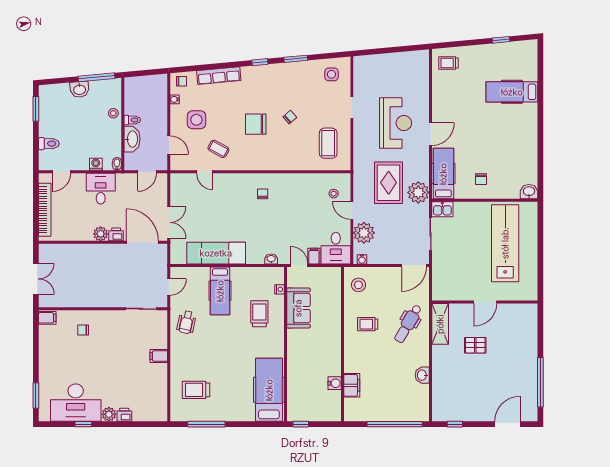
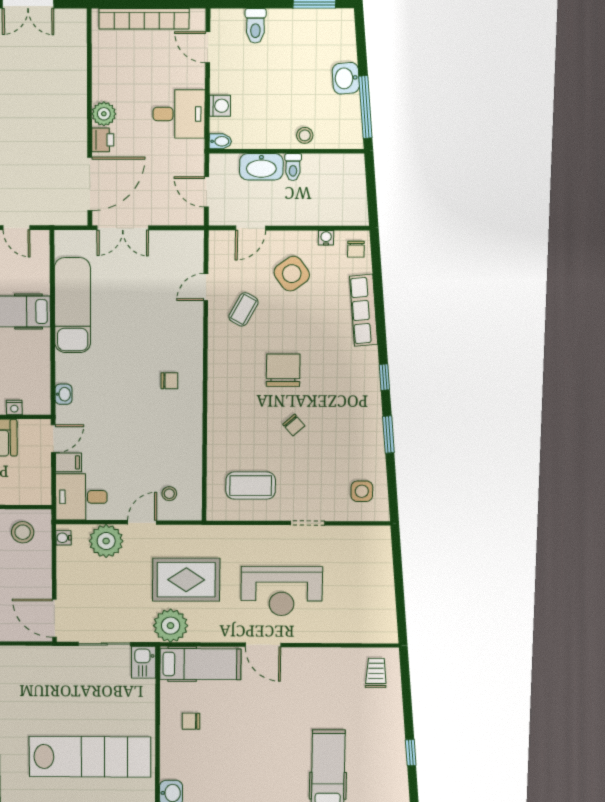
side table: (196, 120) -> (292, 274), turned -36

